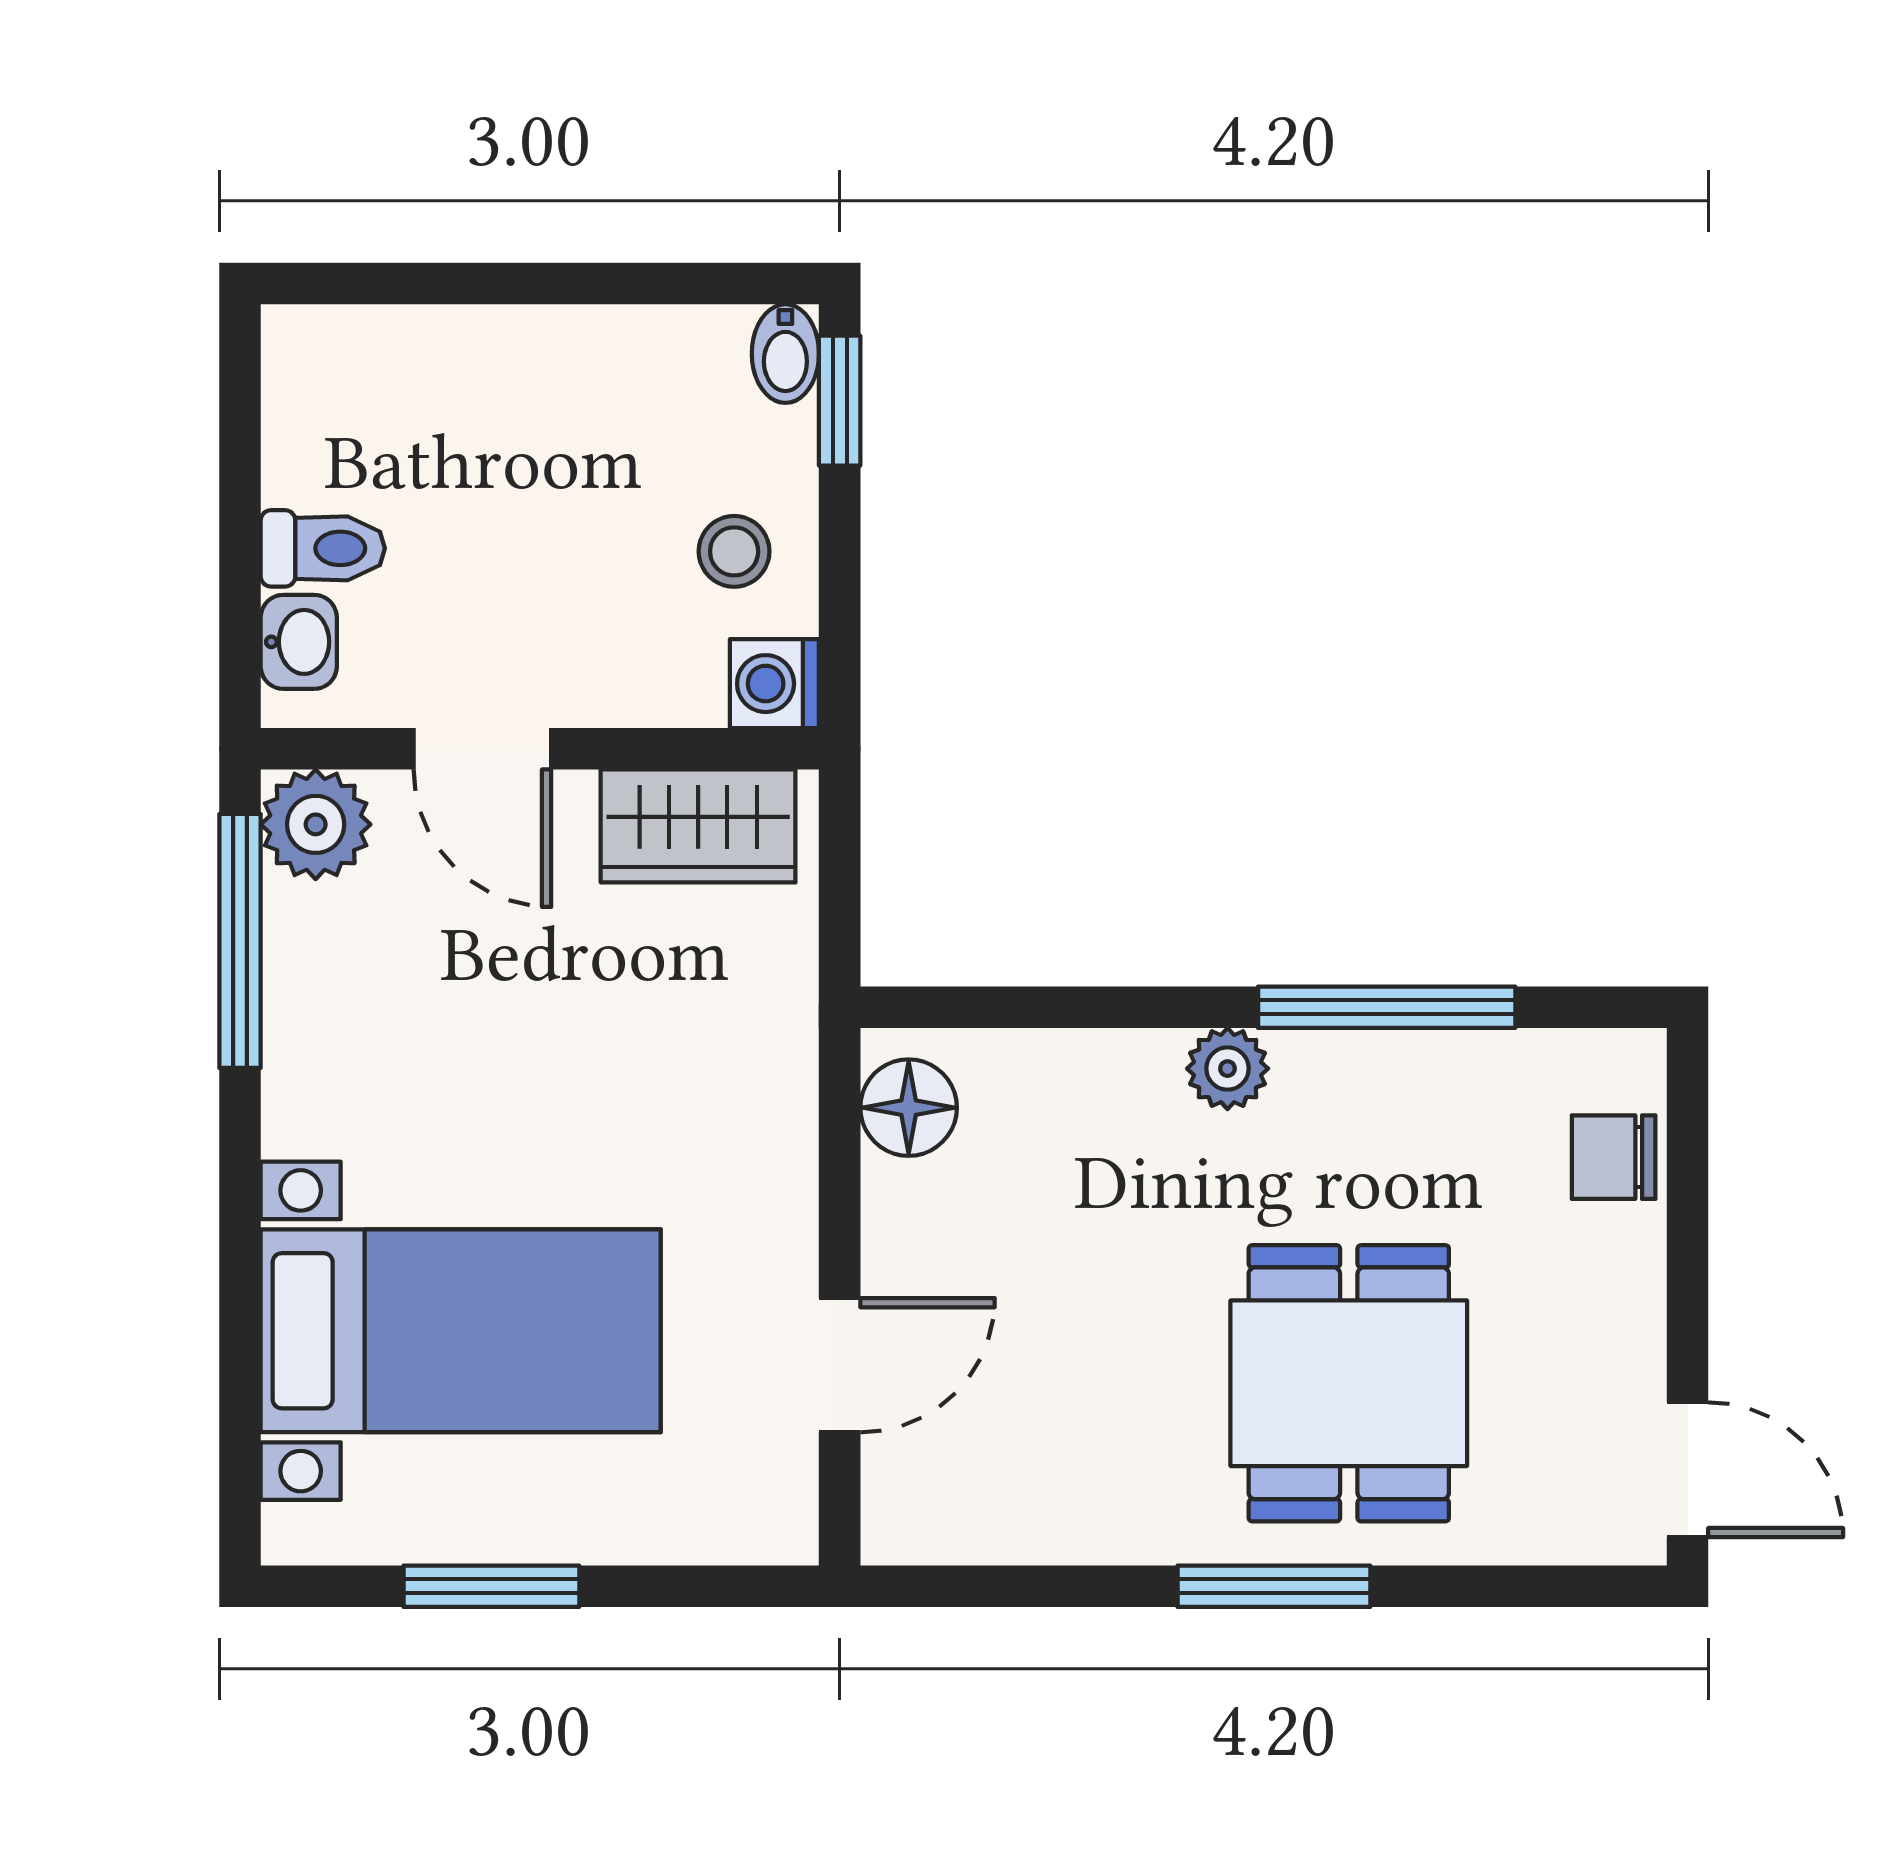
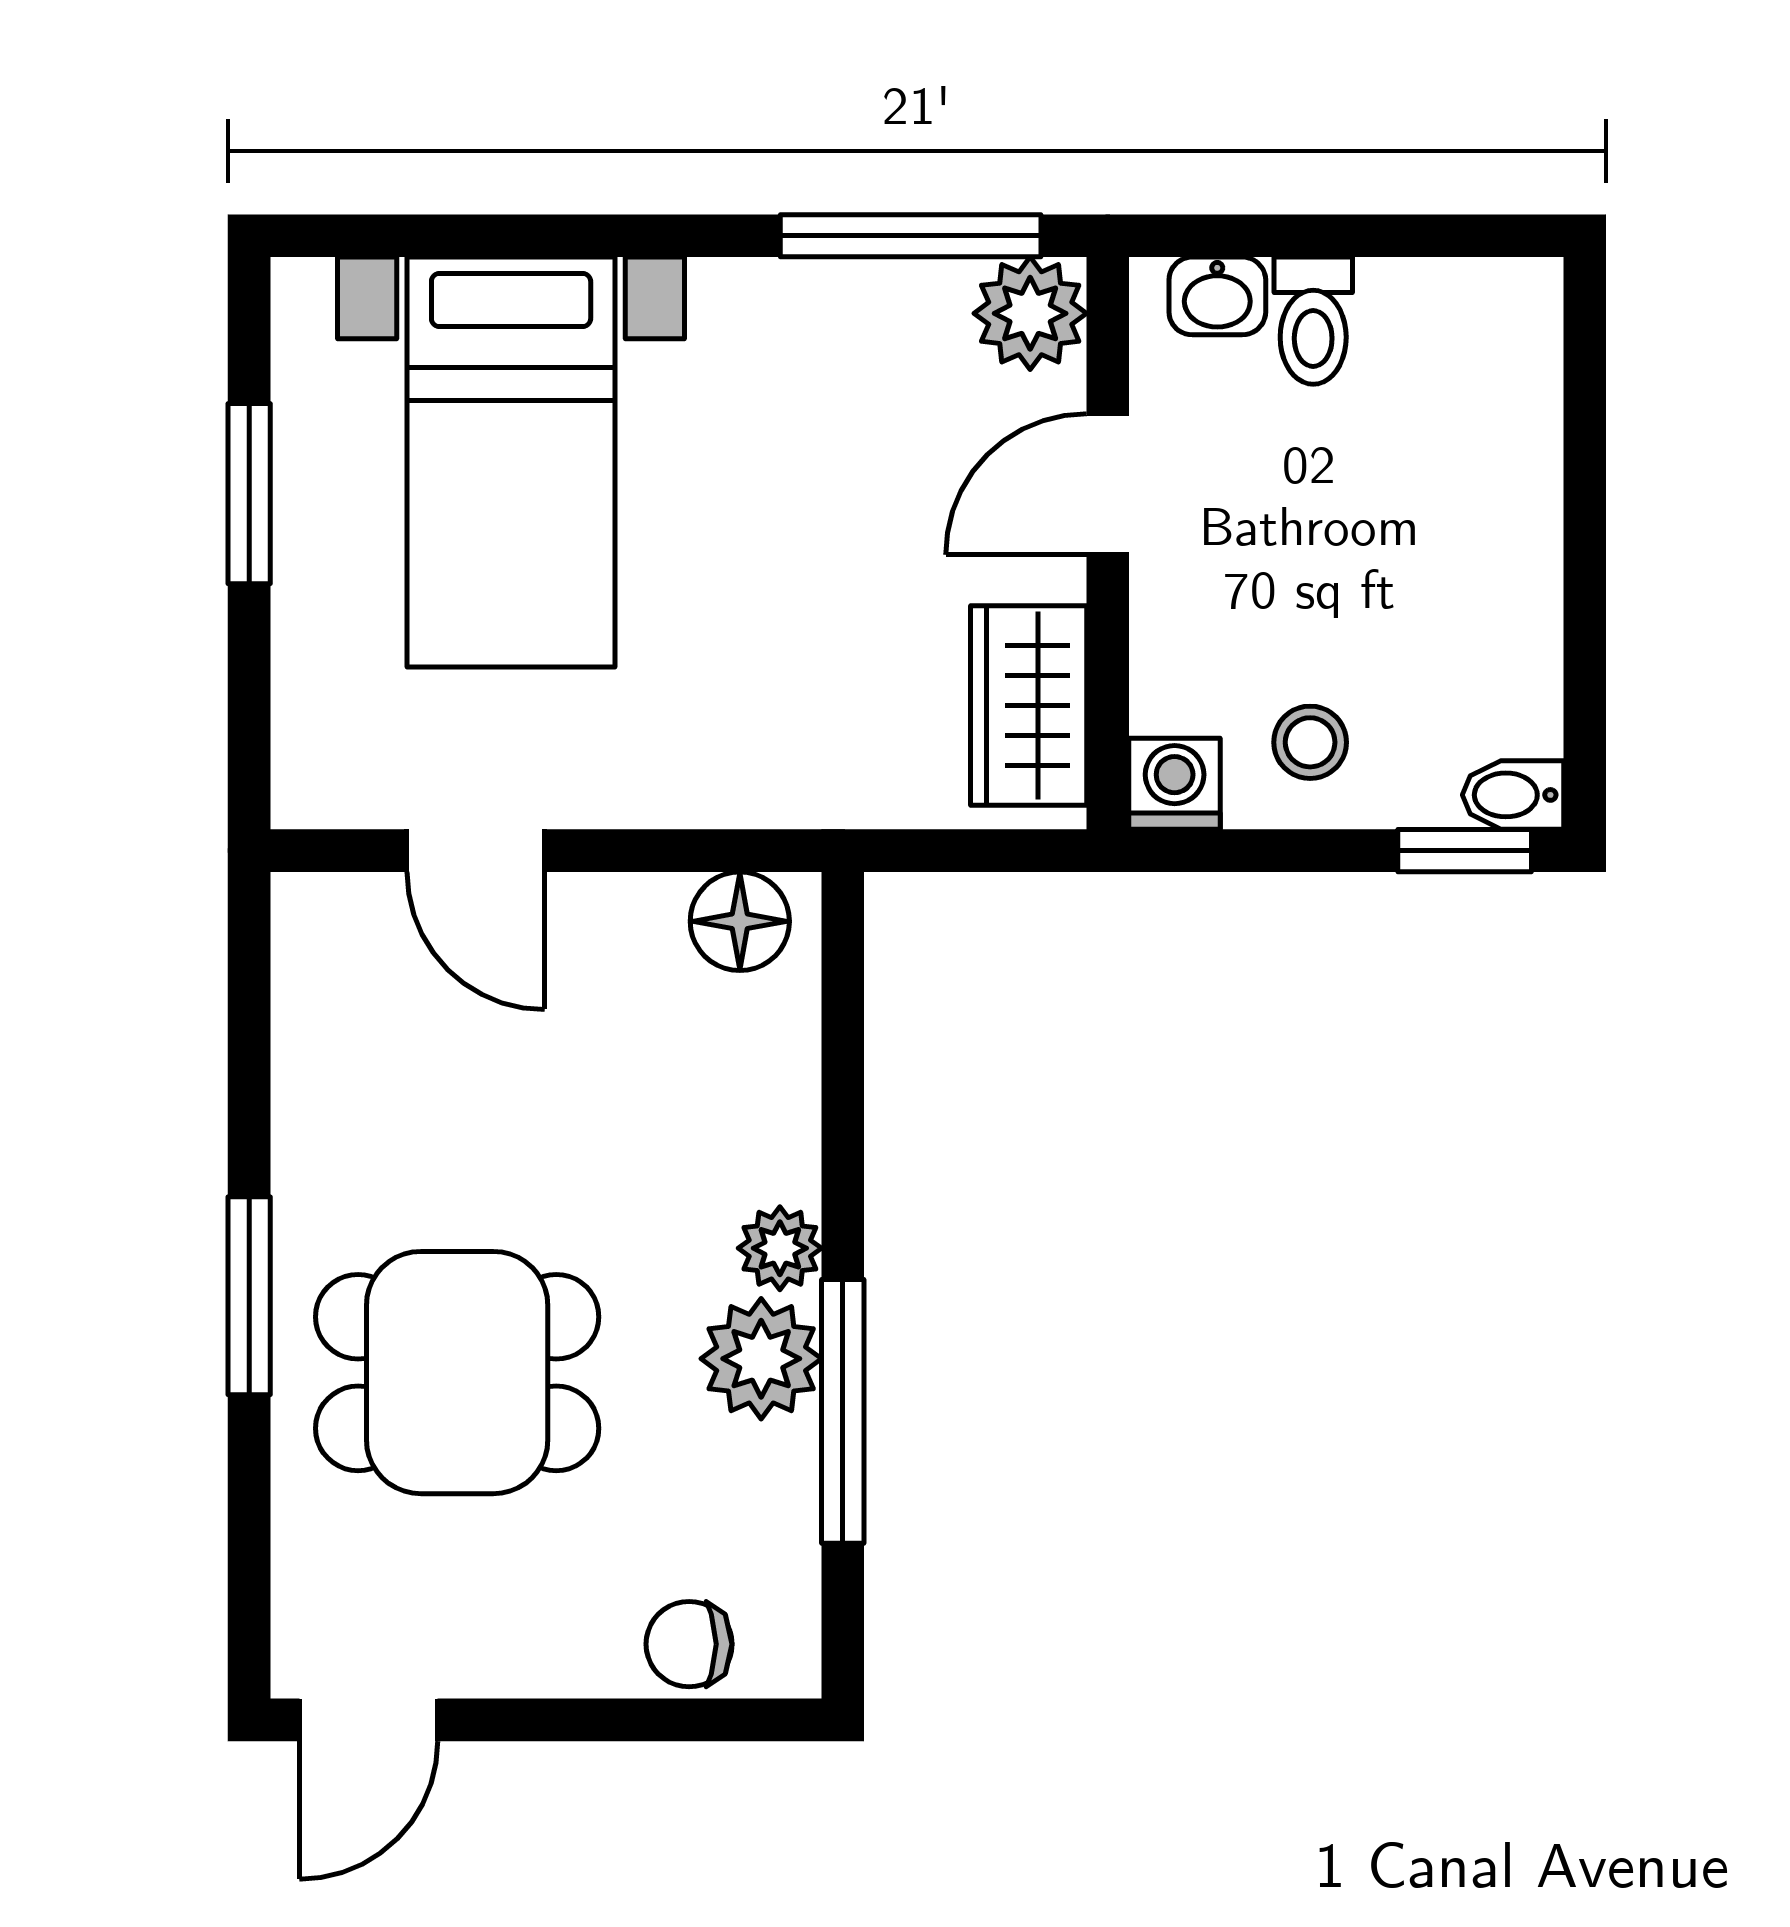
plant: (1335, 1087) -> (761, 1359), added
chair: (1614, 1157) -> (689, 1644), turned -90

